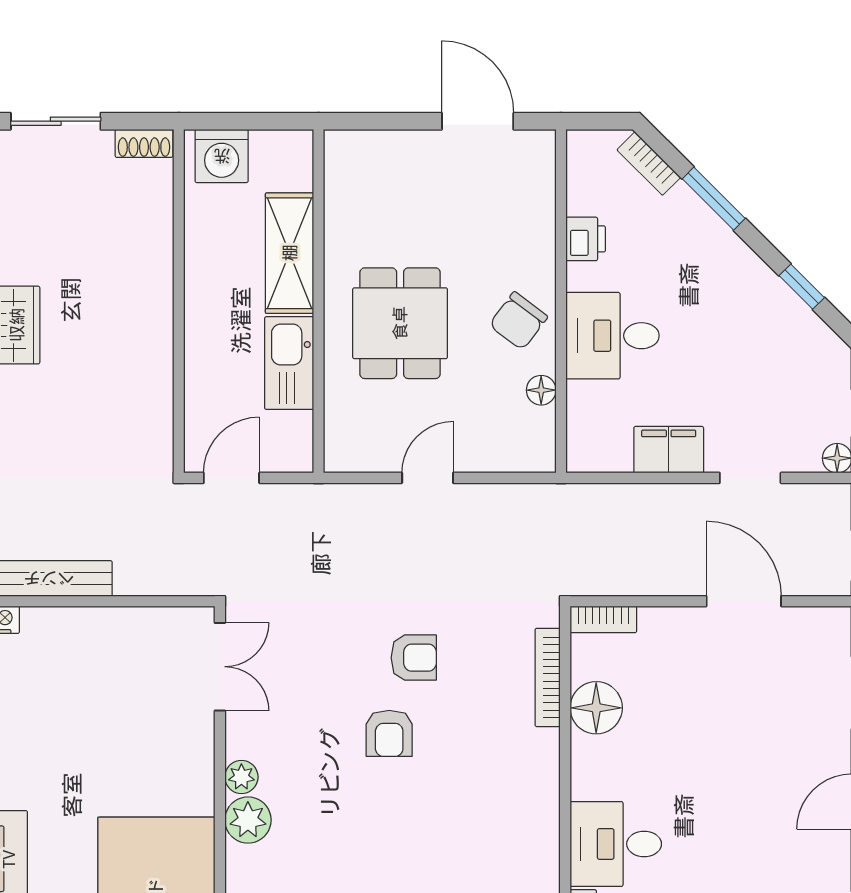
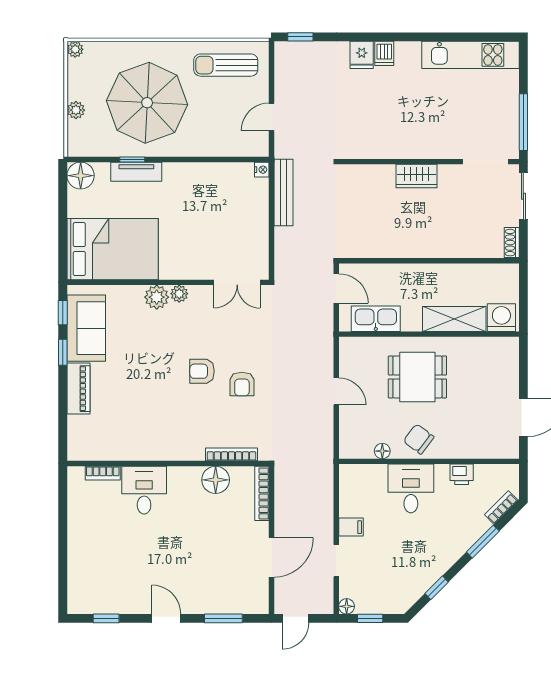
washing machine: (222, 156) -> (501, 318), moved, turned 90
kitchen sink: (289, 363) -> (376, 319), moved
filing cabinet: (669, 450) -> (351, 527), width x0.50
bookcase: (603, 619) -> (262, 493), width x1.56

